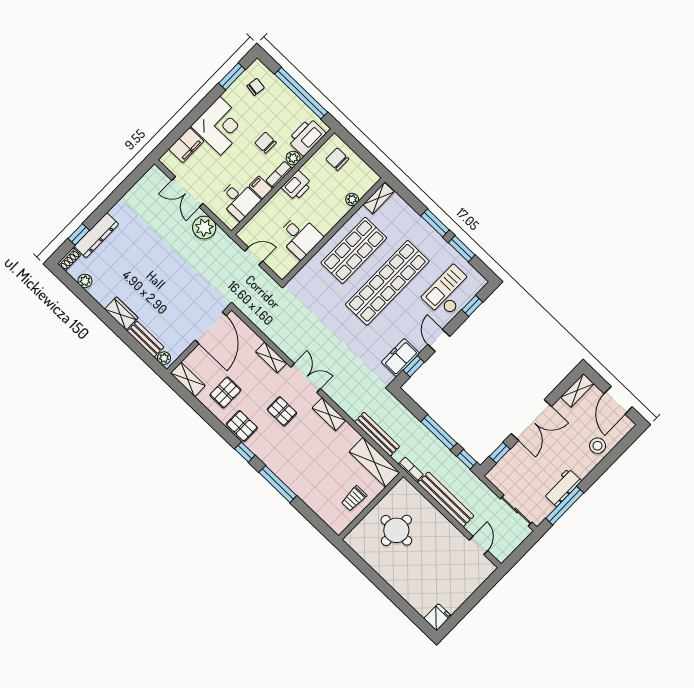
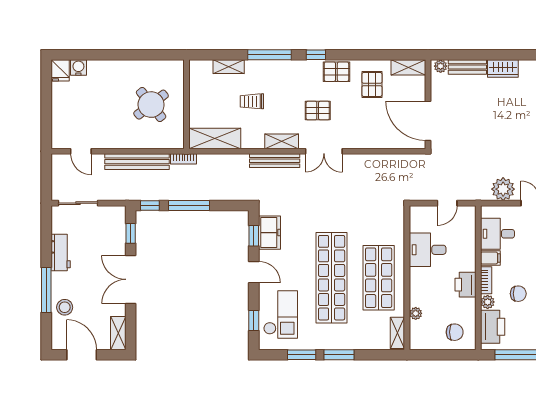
shelving: (271, 357) -> (229, 67), moved
bench: (377, 434) -> (275, 161), moved
trolley: (354, 499) -> (252, 101), moved, turned -90
window: (565, 506) -> (46, 290), moved
round table: (396, 530) -> (151, 105), turned -38
water cooler: (423, 607) -> (78, 68), added

